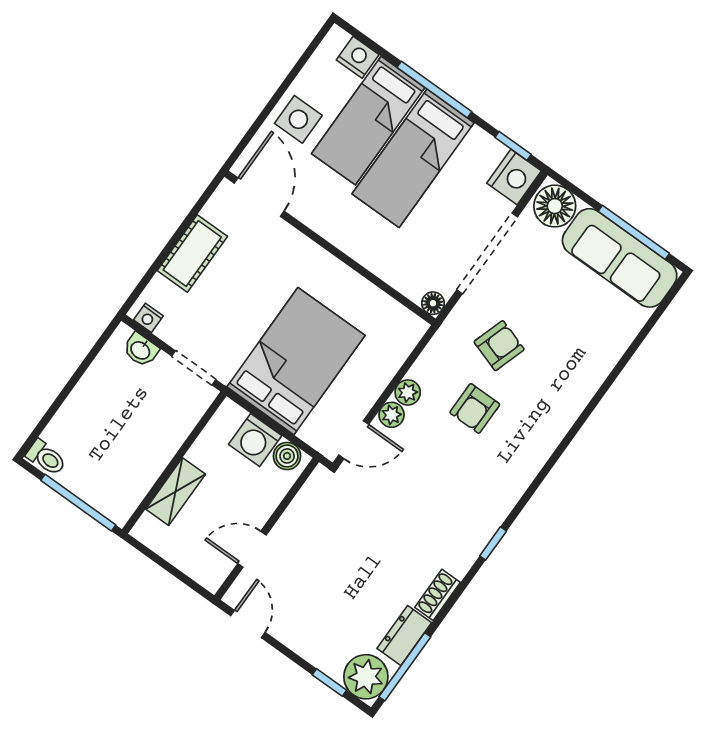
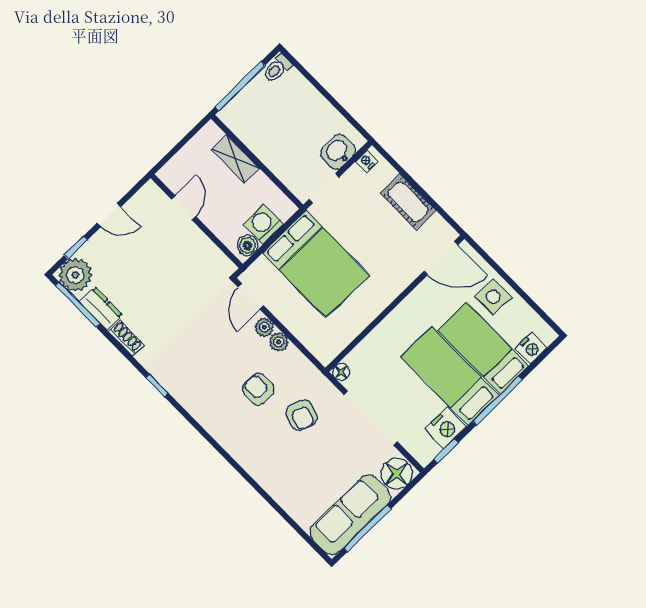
nightstand: (514, 177) -> (446, 428), moved, turned -90
washbasin: (141, 350) -> (338, 152), width x1.38, depth x1.45
door: (248, 624) -> (109, 215), moved

